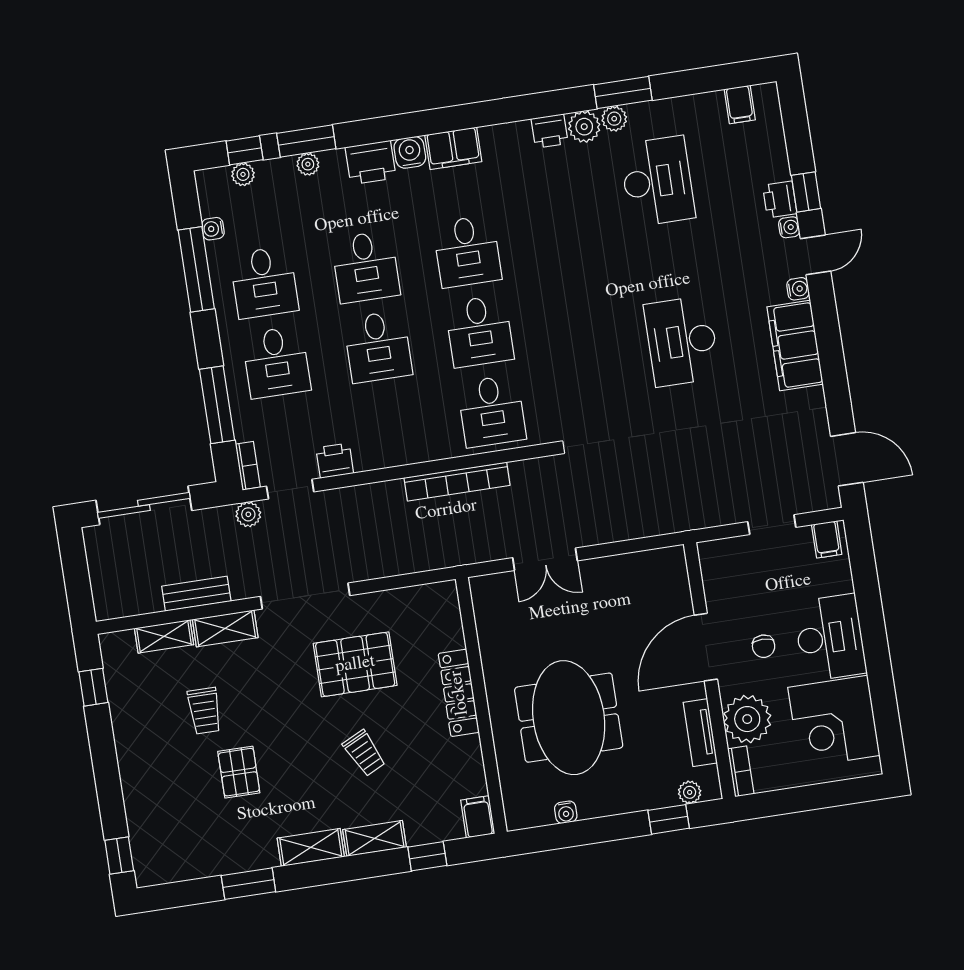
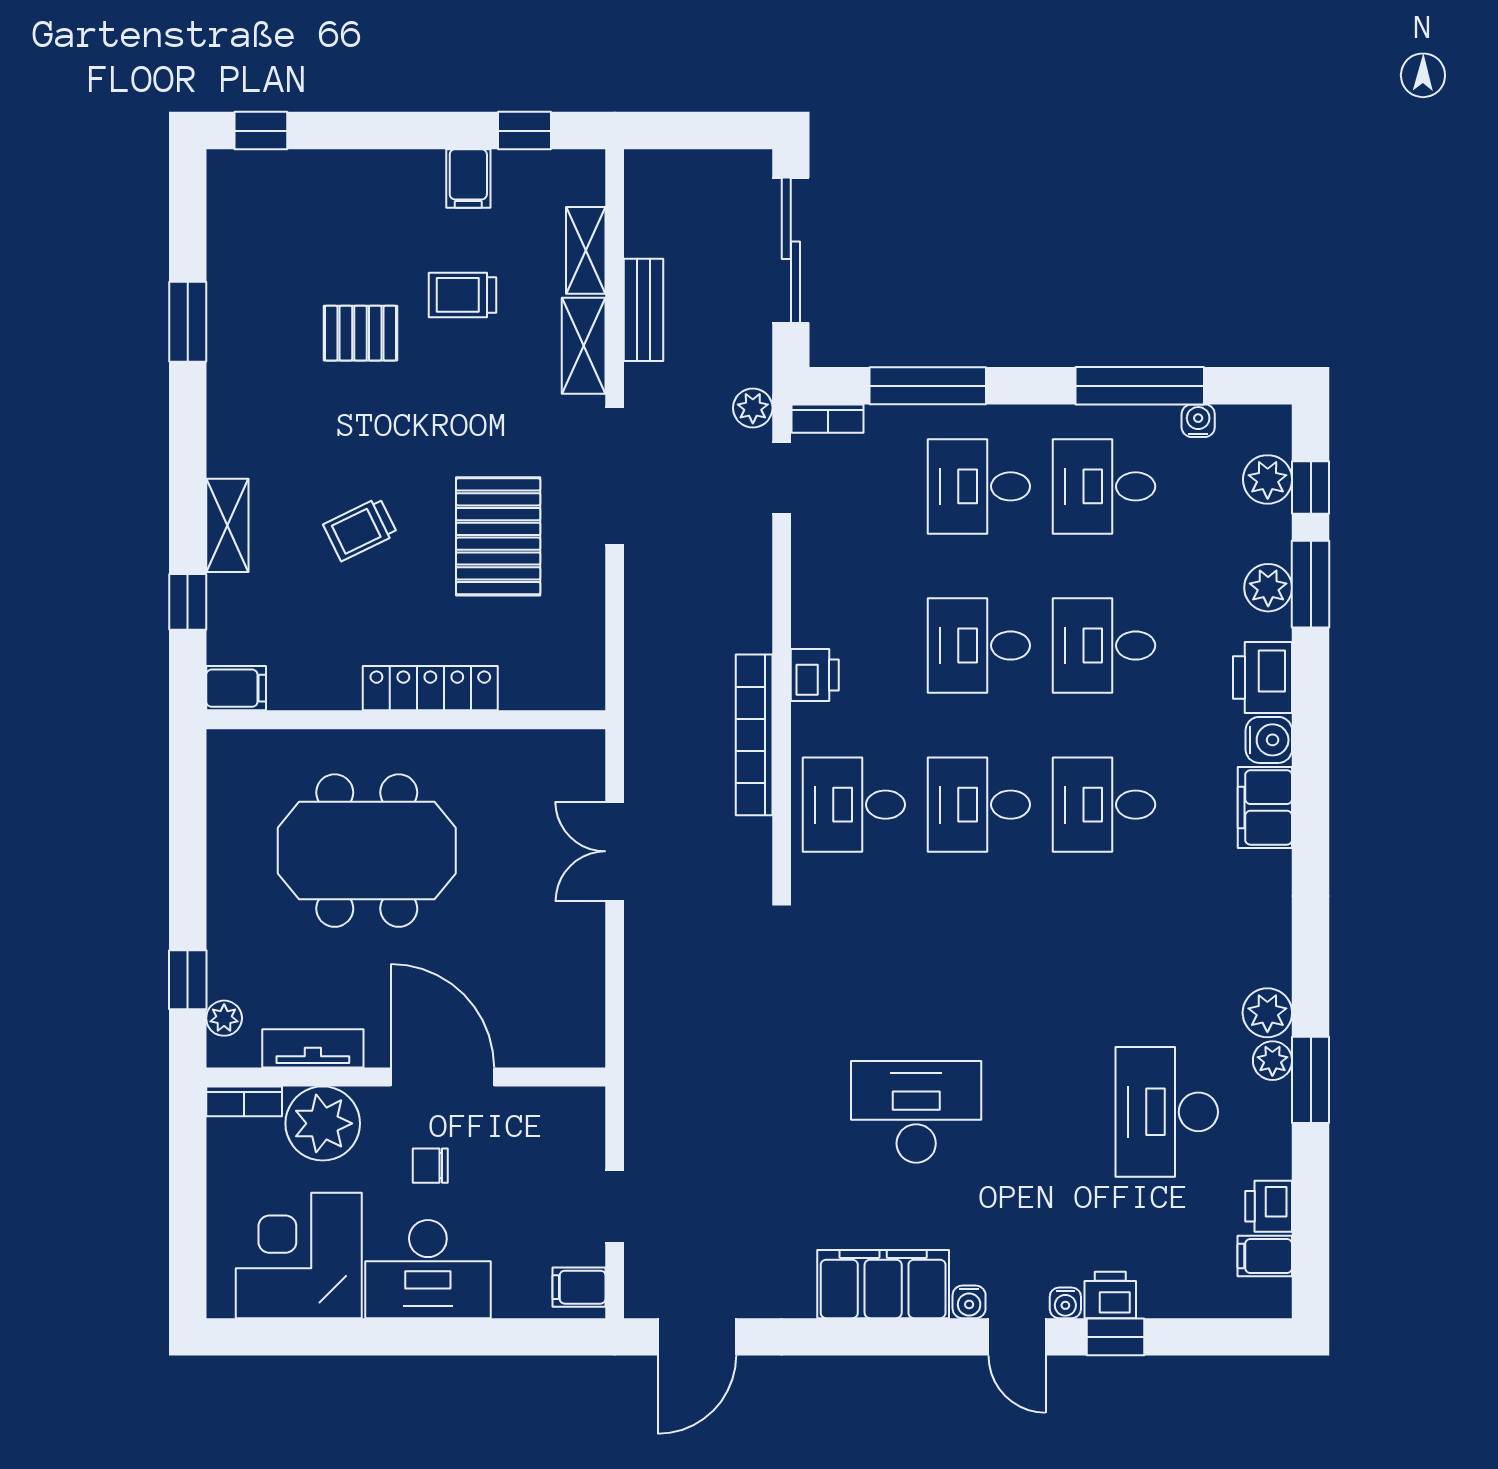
printer: (550, 131) -> (1269, 1206), moved
plant: (308, 164) -> (1268, 588), width x1.38, depth x1.38
plant: (243, 174) -> (1268, 479), width x1.38, depth x1.38
desk: (657, 181) -> (1167, 1112), turned 90
printer: (335, 461) -> (815, 675), moved
filing cabinet: (130, 718) -> (468, 178), added
water cooler: (566, 812) -> (223, 824), removed
shelving: (311, 847) -> (228, 426), removed

